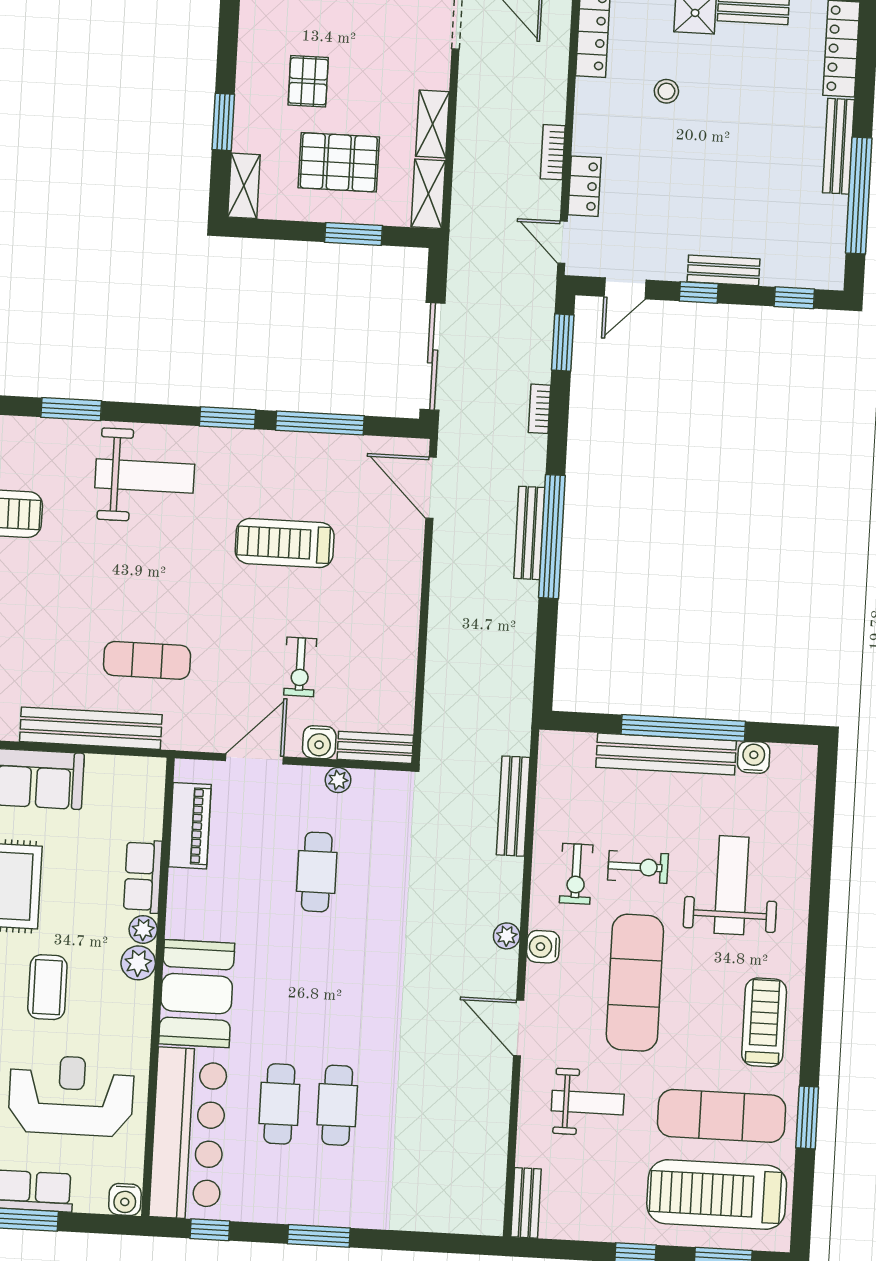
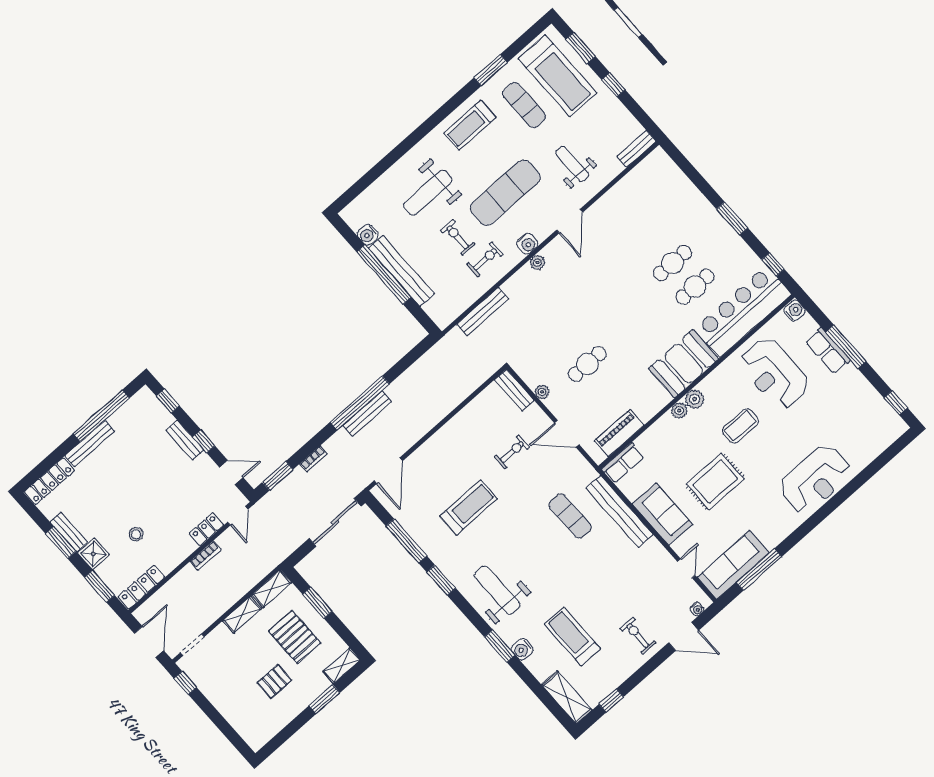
treadmill: (285, 543) -> (469, 507), turned -90
water cooler: (319, 742) -> (522, 649), moved, turned 180
row of seats: (143, 876) -> (623, 463), moved
exercise mat: (722, 1116) -> (524, 105), width x0.73, depth x0.69

